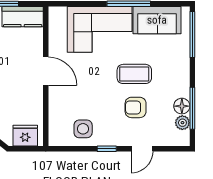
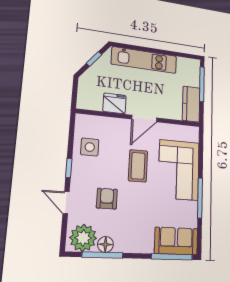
sofa: (157, 20) -> (176, 241), moved, turned 90
coffee table: (134, 74) -> (138, 166), moved
plant: (182, 123) -> (83, 238), width x1.87, depth x1.87
fridge: (25, 136) -> (114, 103), moved, turned -90

